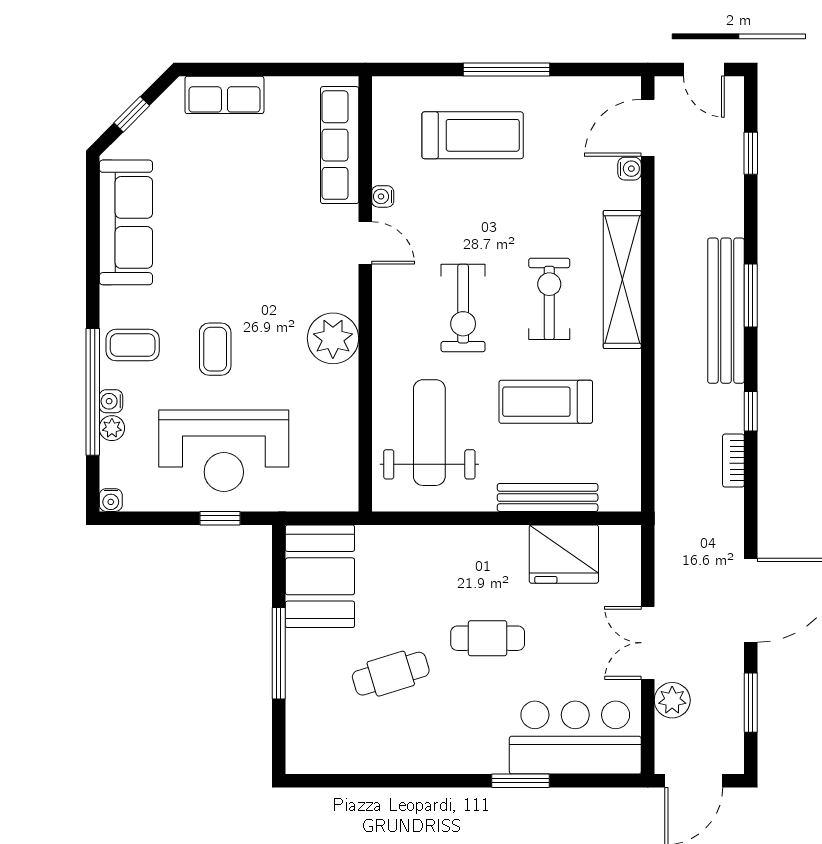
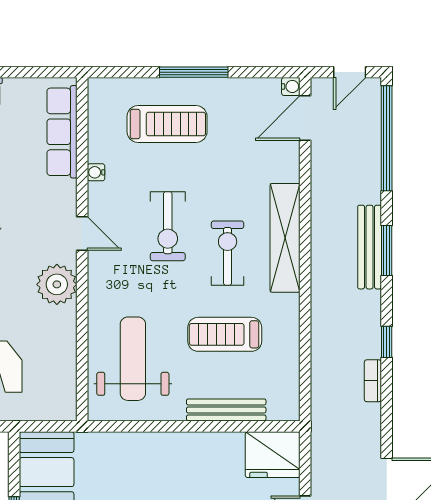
door: (704, 69) -> (350, 72), hinge flipped
window: (751, 153) -> (387, 138), width x3.17
water cooler: (629, 169) -> (291, 86), moved
door: (365, 243) -> (82, 233), moved
exercise bike: (463, 308) -> (168, 226), moved
bench: (726, 311) -> (370, 247), width x0.73, depth x0.82
fridge: (564, 554) -> (273, 455), moved

